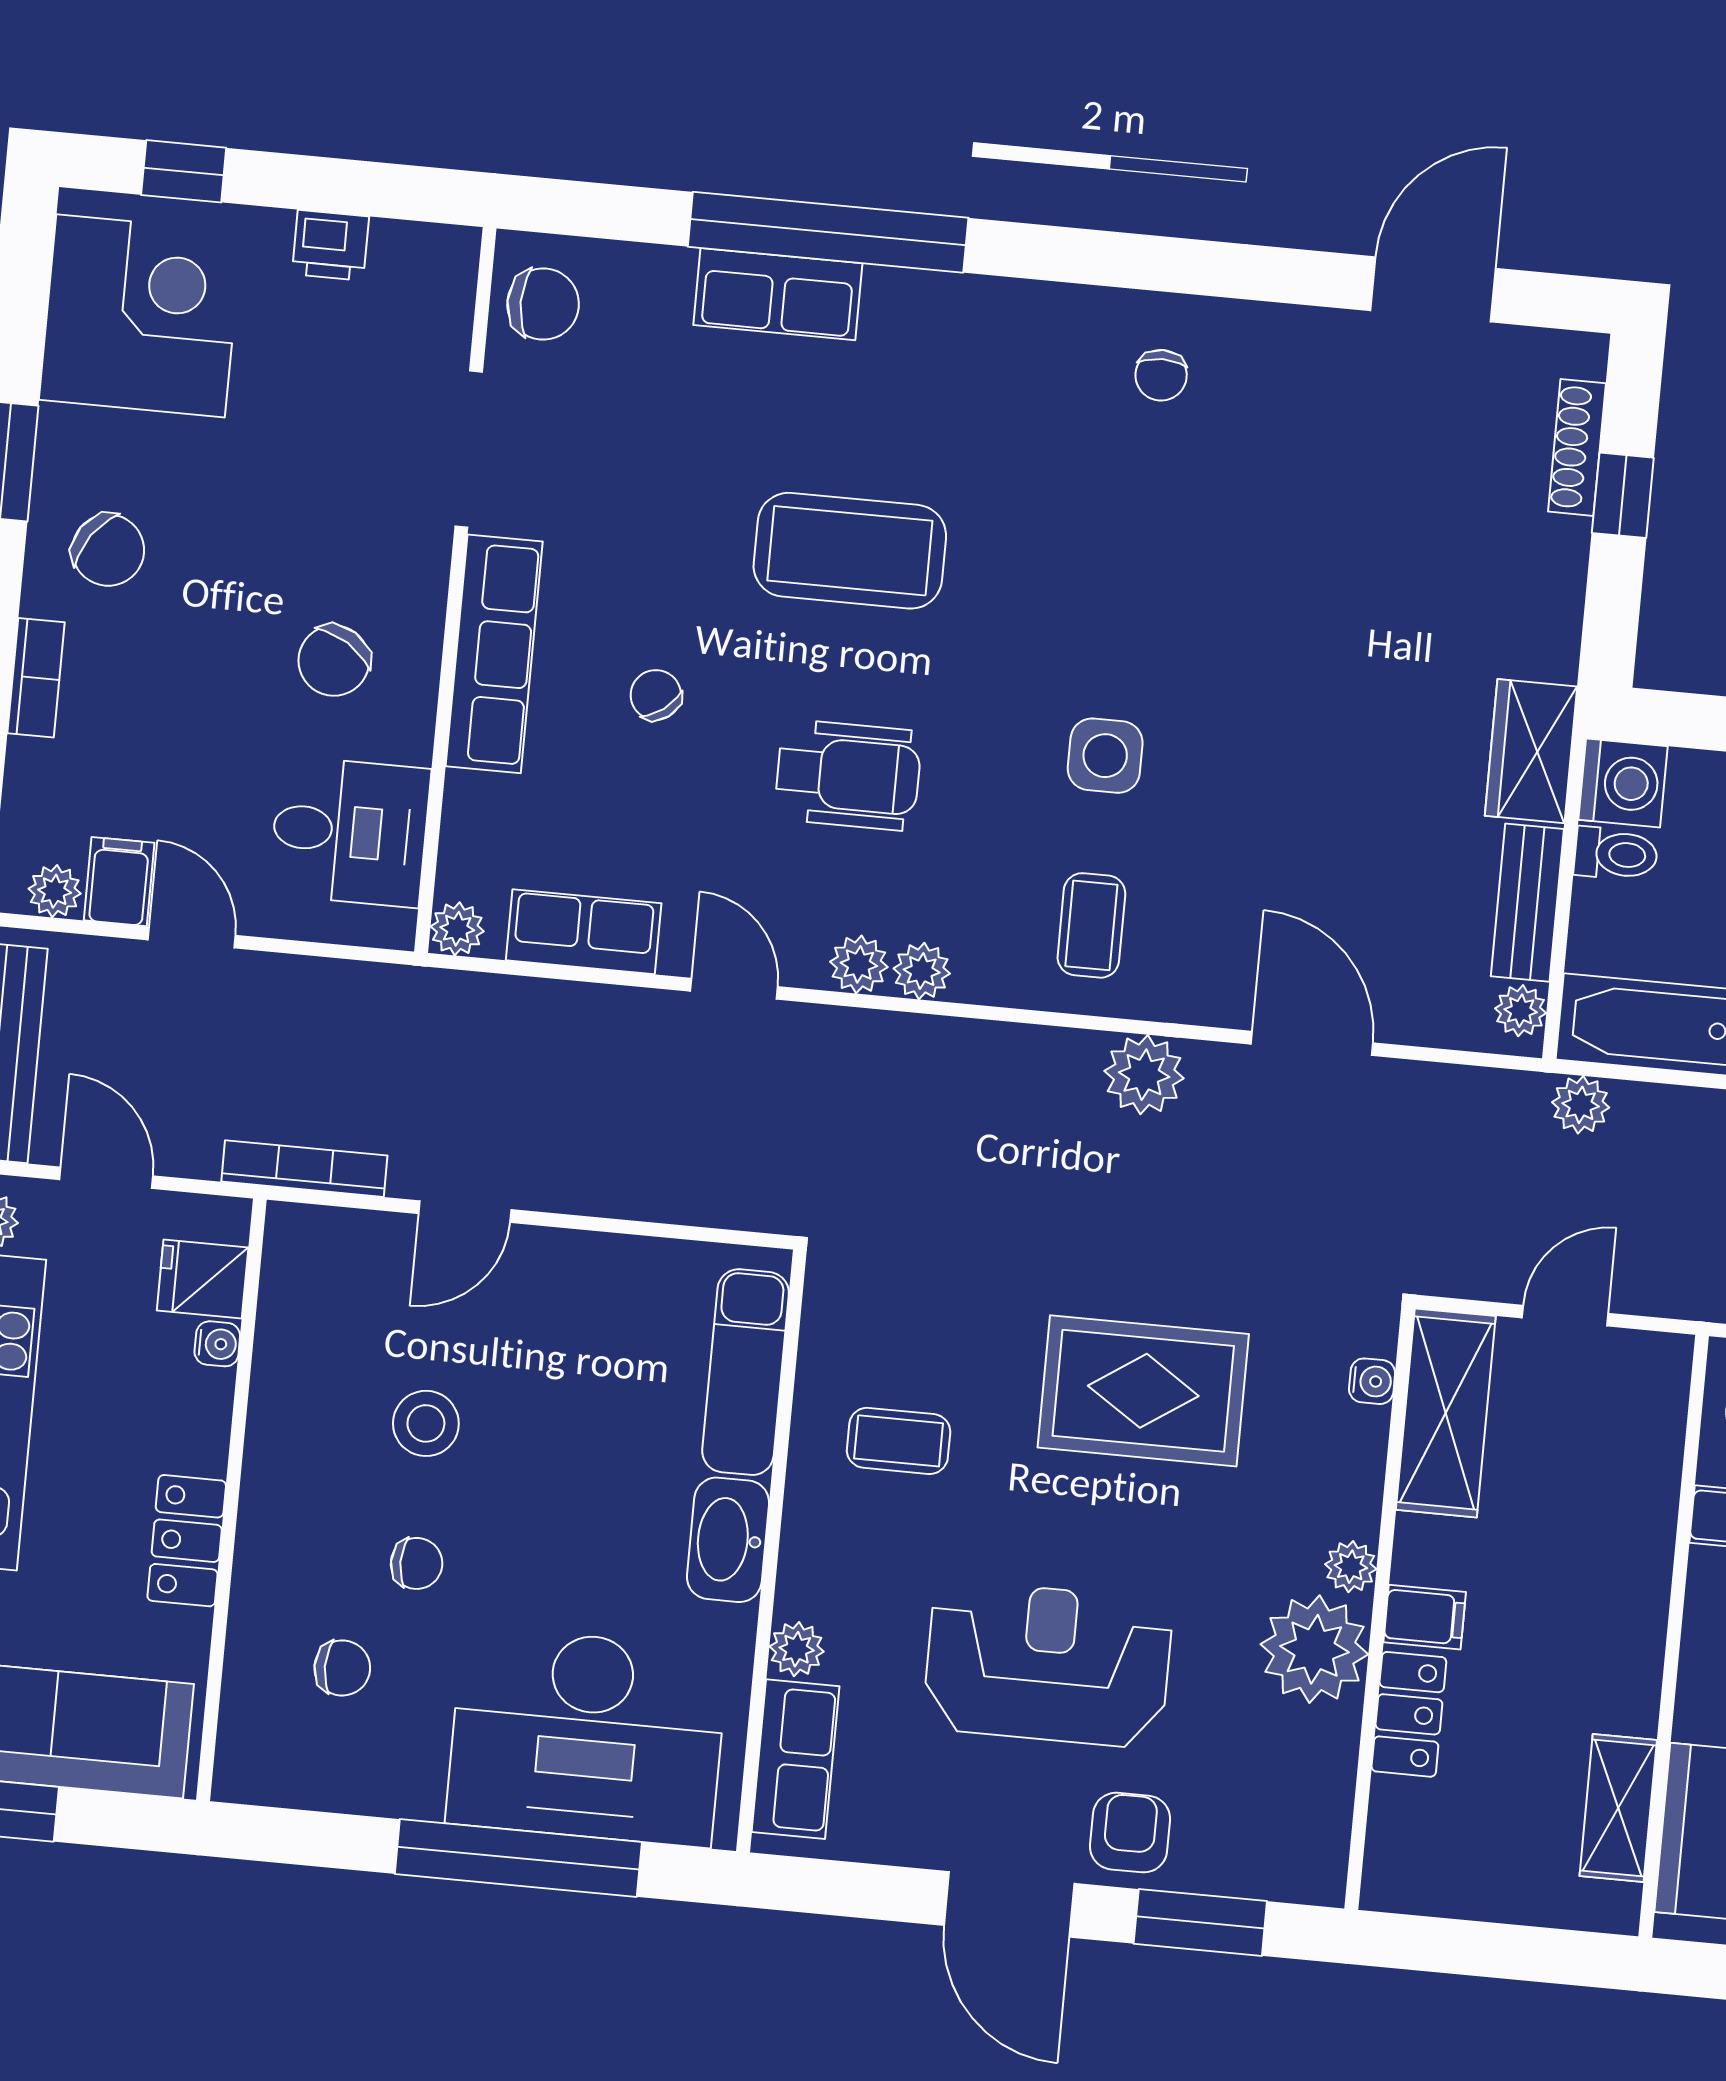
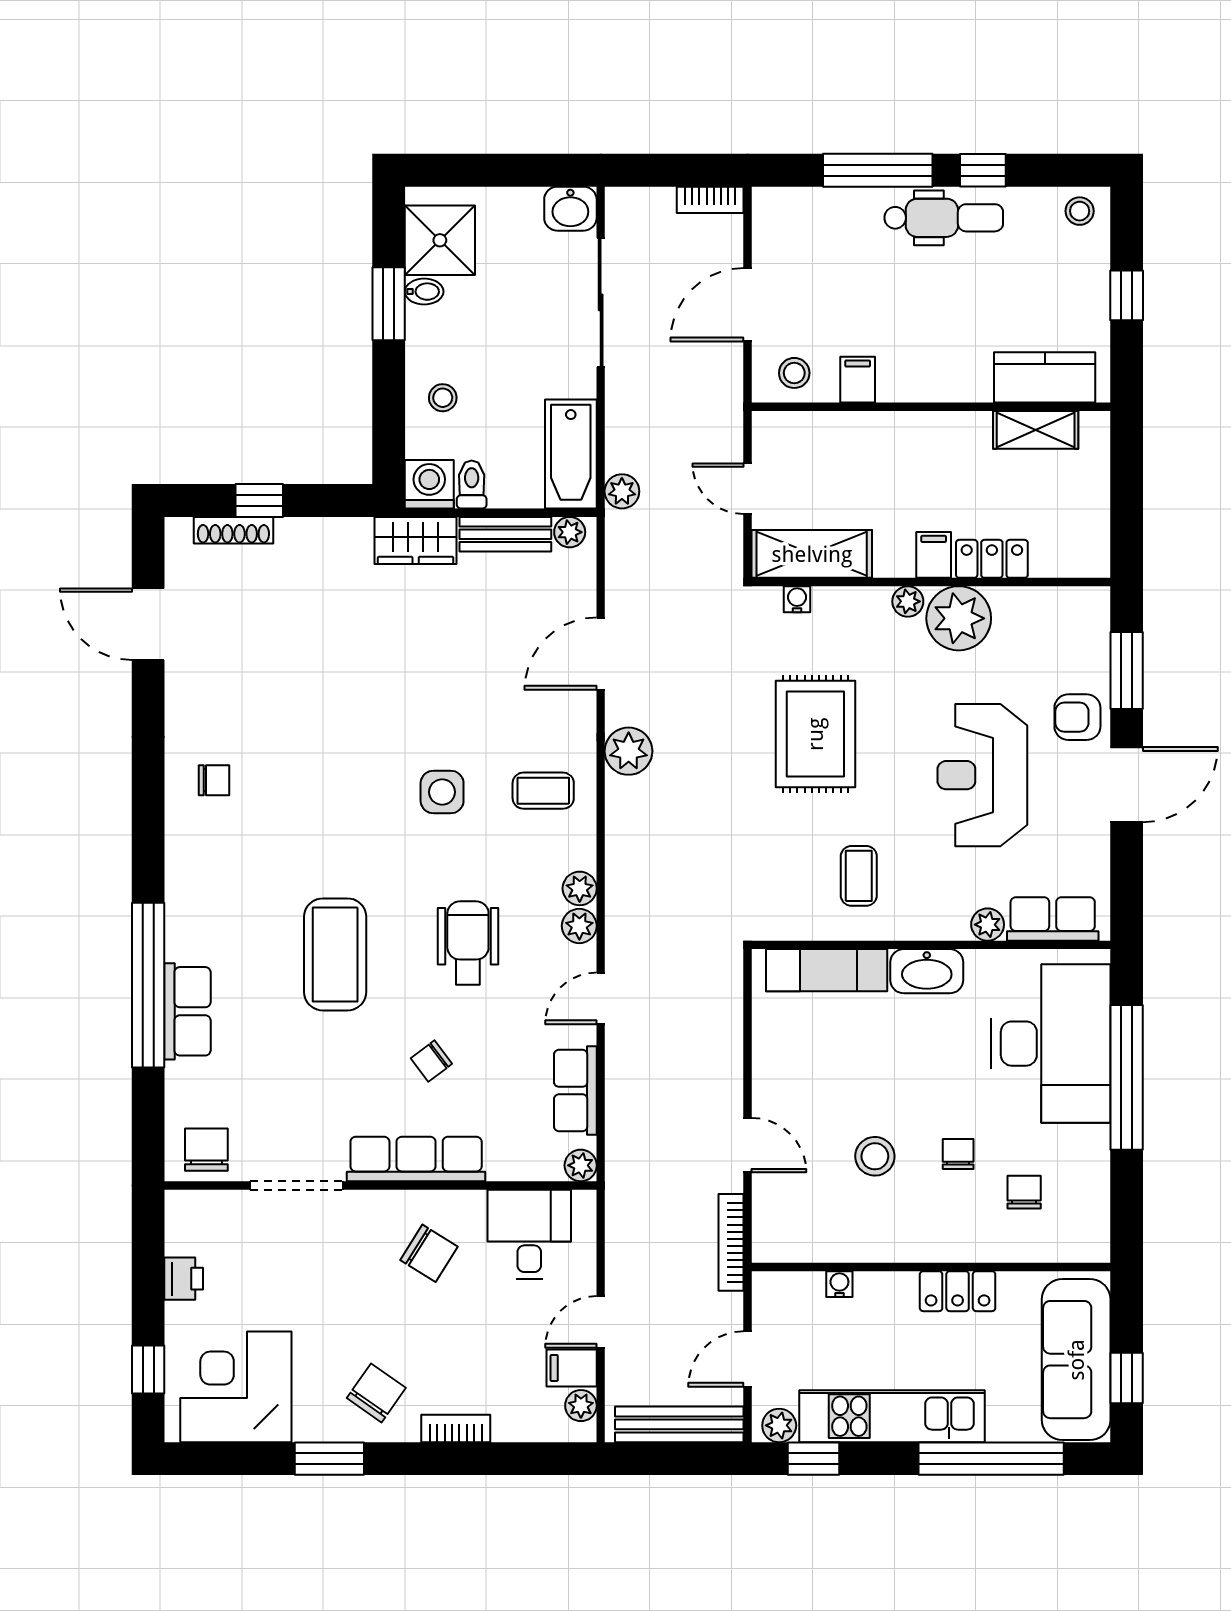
fridge: (203, 1279) -> (802, 1296), removed

